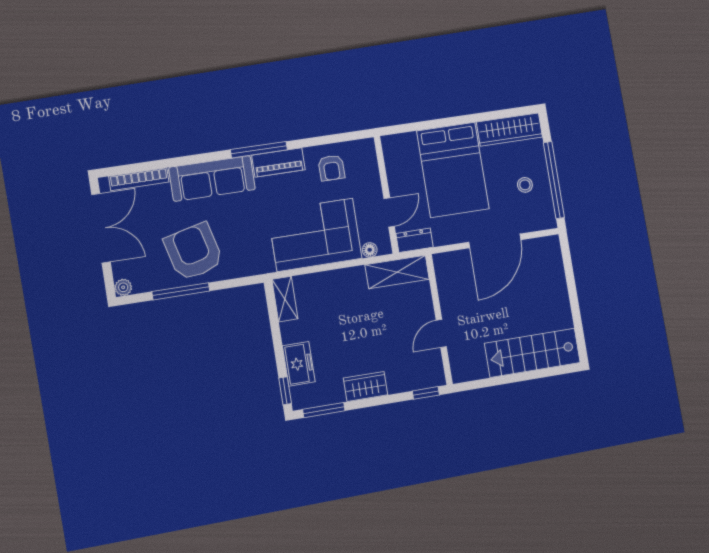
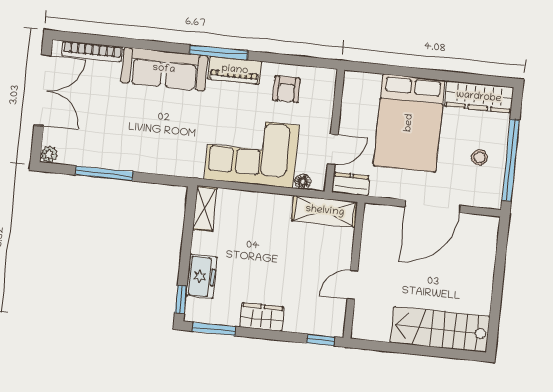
armchair: (194, 252) -> (127, 137), removed

